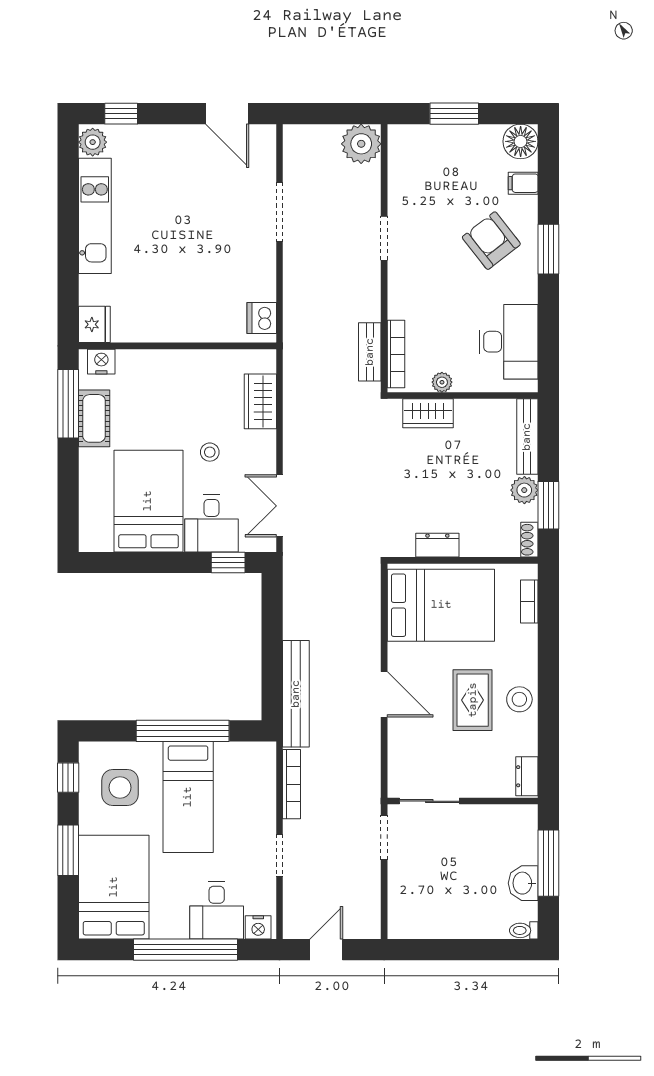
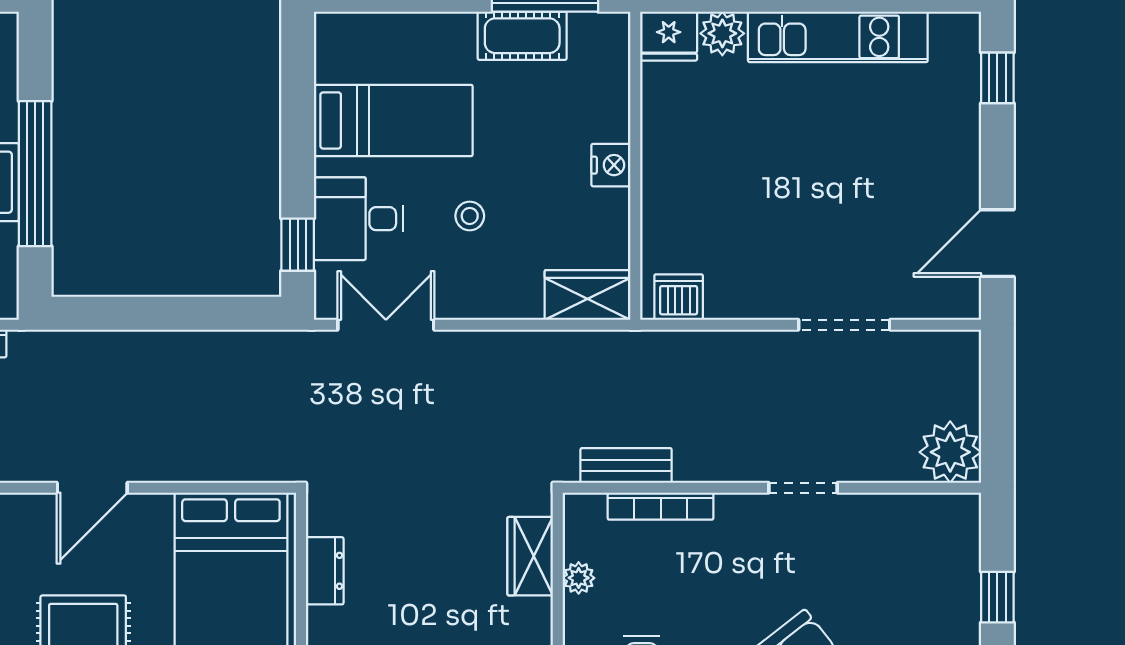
window: (454, 114) -> (997, 597), width x0.67
plant: (93, 142) -> (722, 33), moved
bookcase: (396, 354) -> (661, 506), moved
nightstand: (101, 362) -> (611, 165), moved
wardrobe: (260, 401) -> (587, 295), moved
bed: (148, 501) -> (393, 120), width x0.67
bench: (296, 694) -> (93, 350), removed

